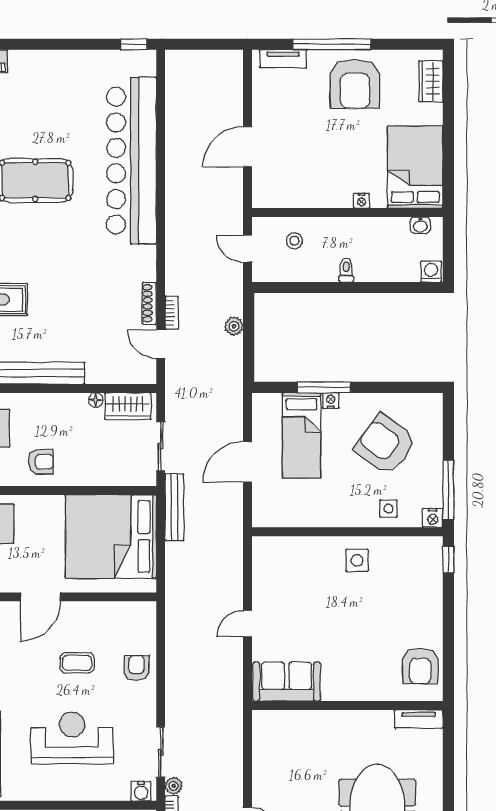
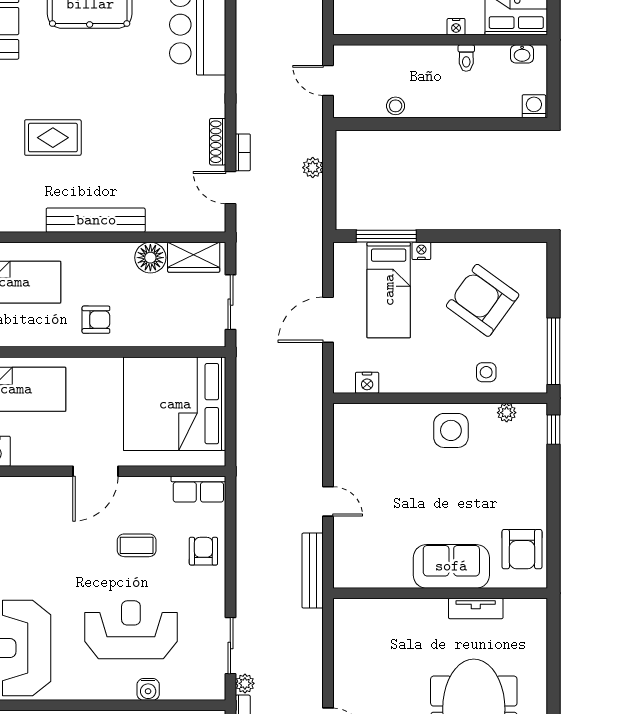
stool: (294, 241) -> (396, 106), moved
toilet: (346, 270) -> (466, 58), moved, turned 180
window: (324, 387) -> (386, 236), moved
floor lamp: (96, 400) -> (150, 258), width x1.89, depth x1.89
bench: (174, 507) -> (313, 571), moved
nightstand: (433, 518) -> (367, 383), moved
plant: (407, 545) -> (507, 413), added
side table: (357, 560) -> (451, 430), width x1.37, depth x1.37
row of seats: (132, 613) -> (198, 489), added
door: (247, 624) -> (328, 501), swing flipped
sofa: (287, 682) -> (451, 566), moved
tv unit: (419, 719) -> (476, 608), moved
water cooler: (141, 791) -> (148, 689), moved

